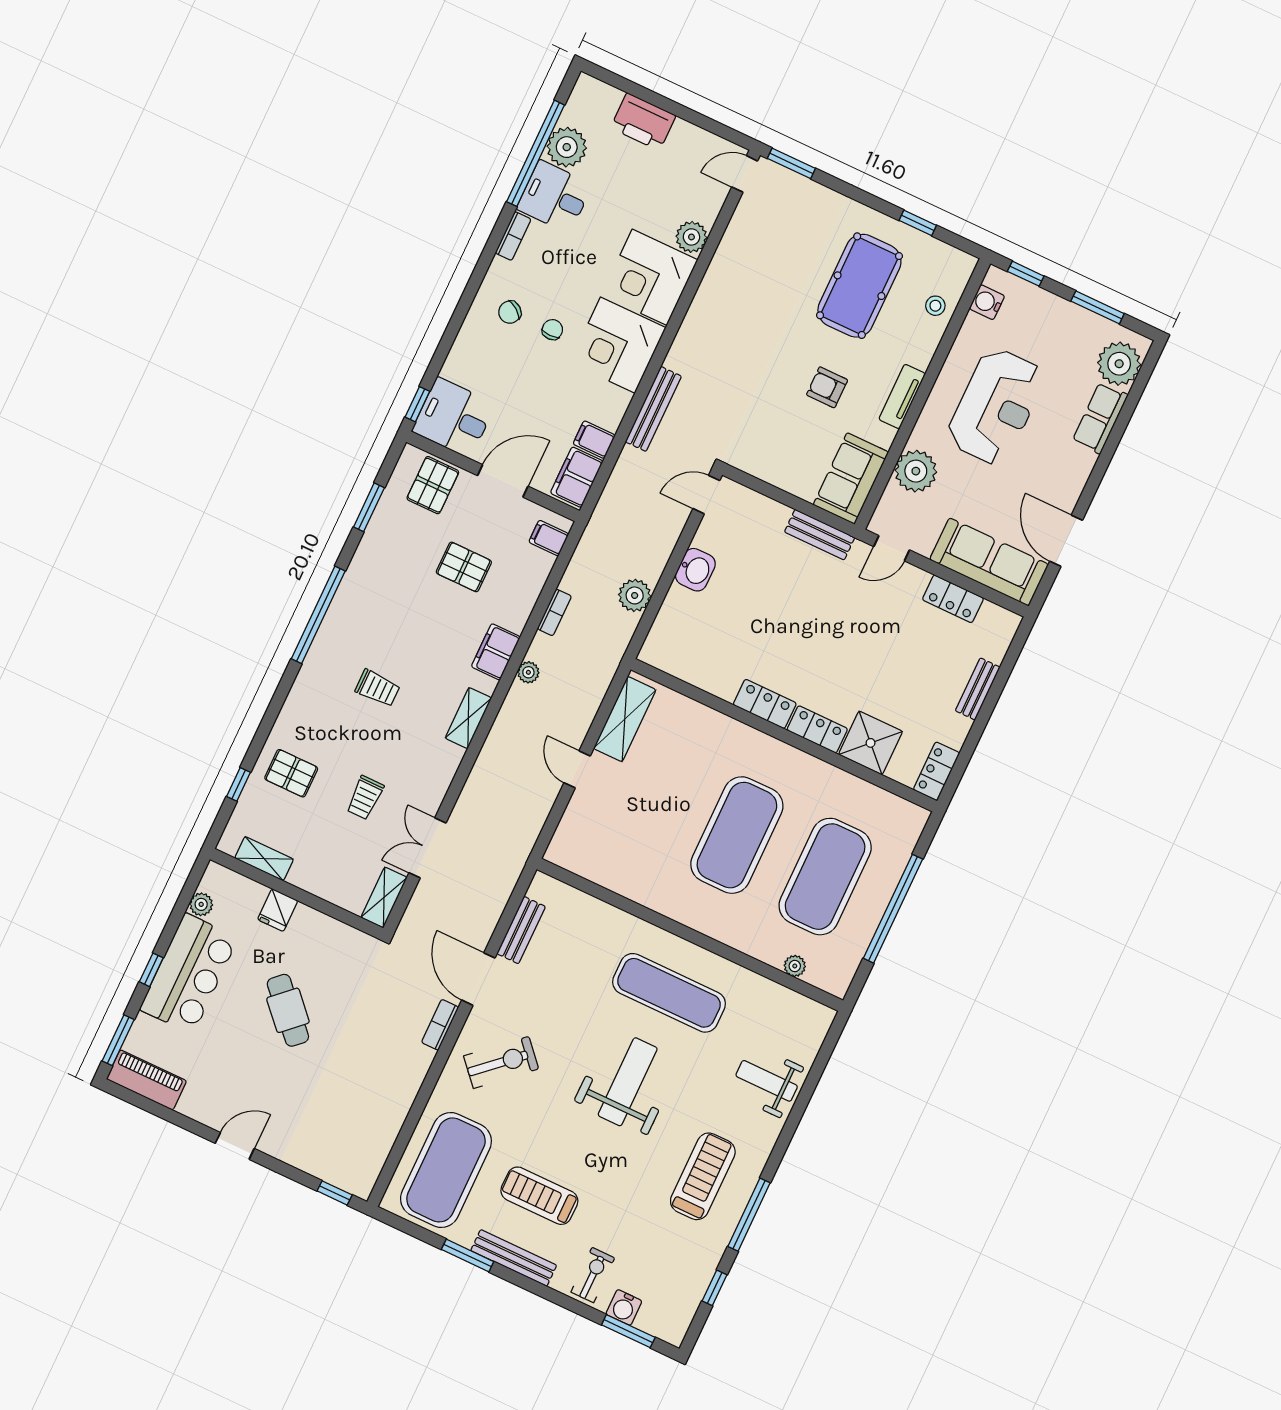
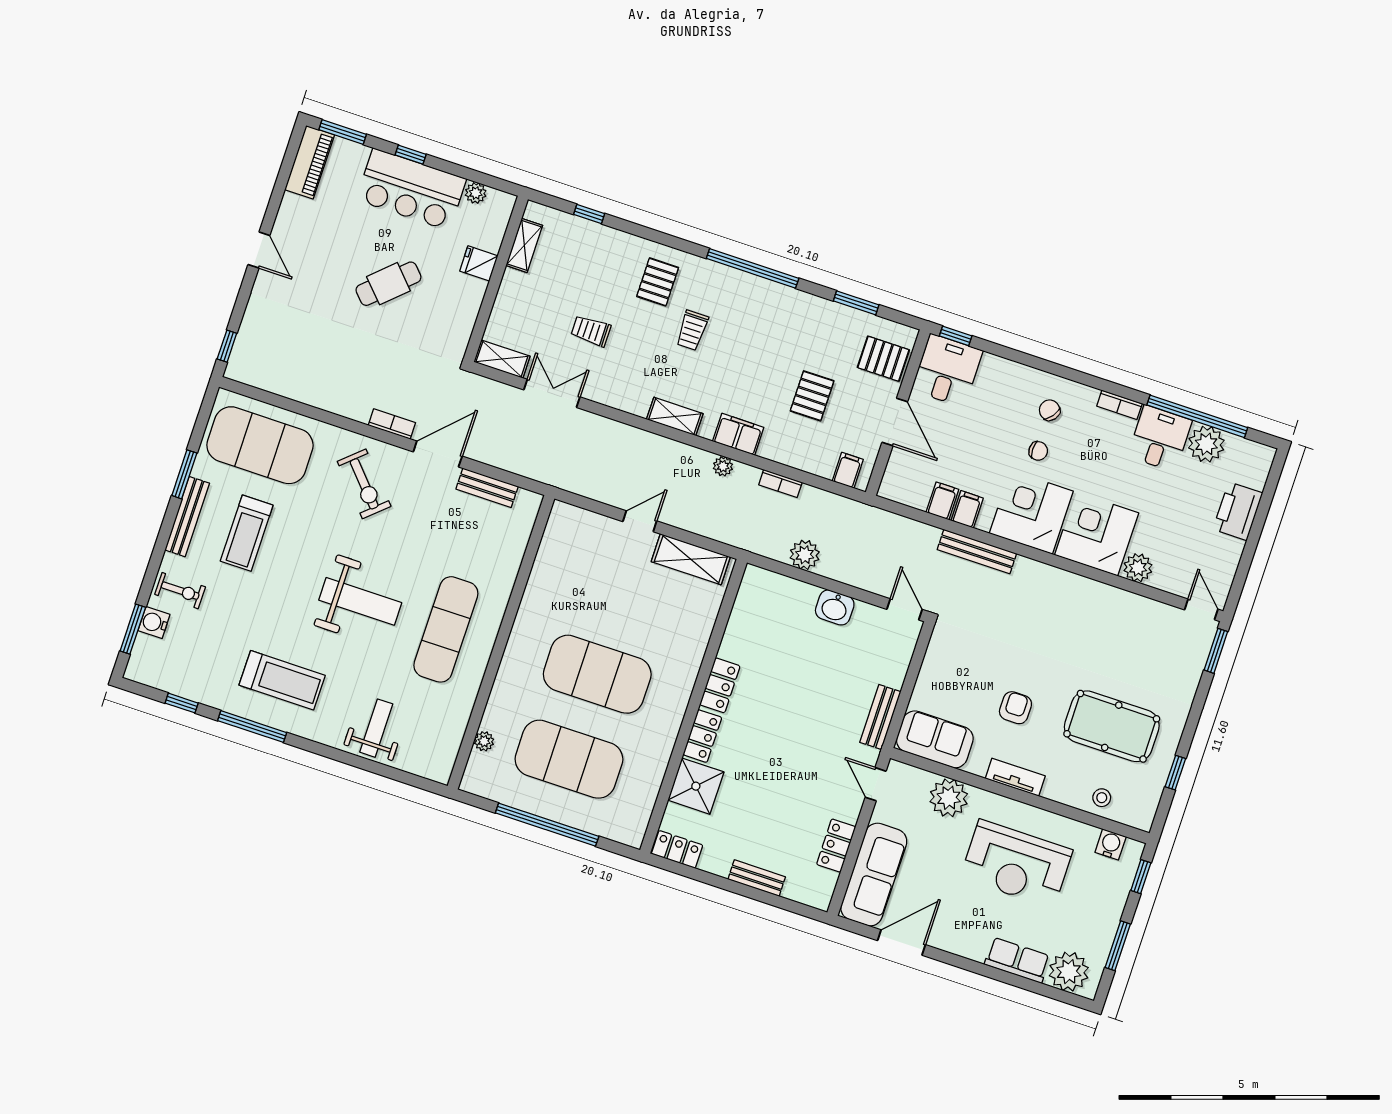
filing cabinet: (577, 477) -> (967, 509), moved, width x0.50
pallet: (291, 773) -> (658, 282), moved
treadmill: (539, 1196) -> (247, 533), turned 180

